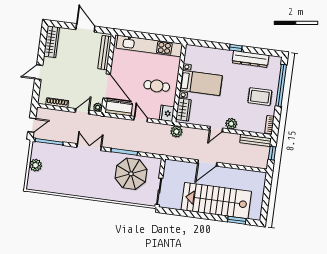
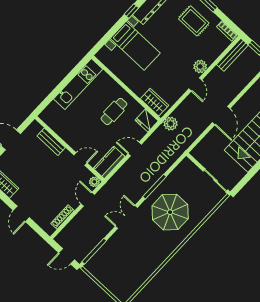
kitchen unit: (149, 46) -> (78, 84), width x0.73
bench: (105, 53) -> (51, 142), width x0.73
bed with nightstands: (201, 83) -> (135, 46), moved, turned 90
door: (107, 86) -> (80, 159), width x0.53
rug: (260, 97) -> (194, 21), turned 90
door: (32, 125) -> (67, 256), swing flipped
plant: (36, 165) -> (107, 280), removed
parasol: (131, 174) -> (170, 212), moved

